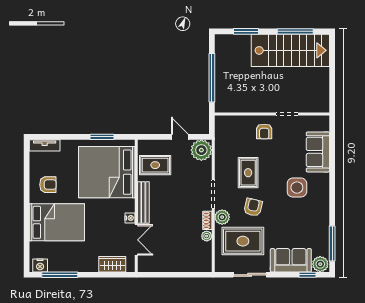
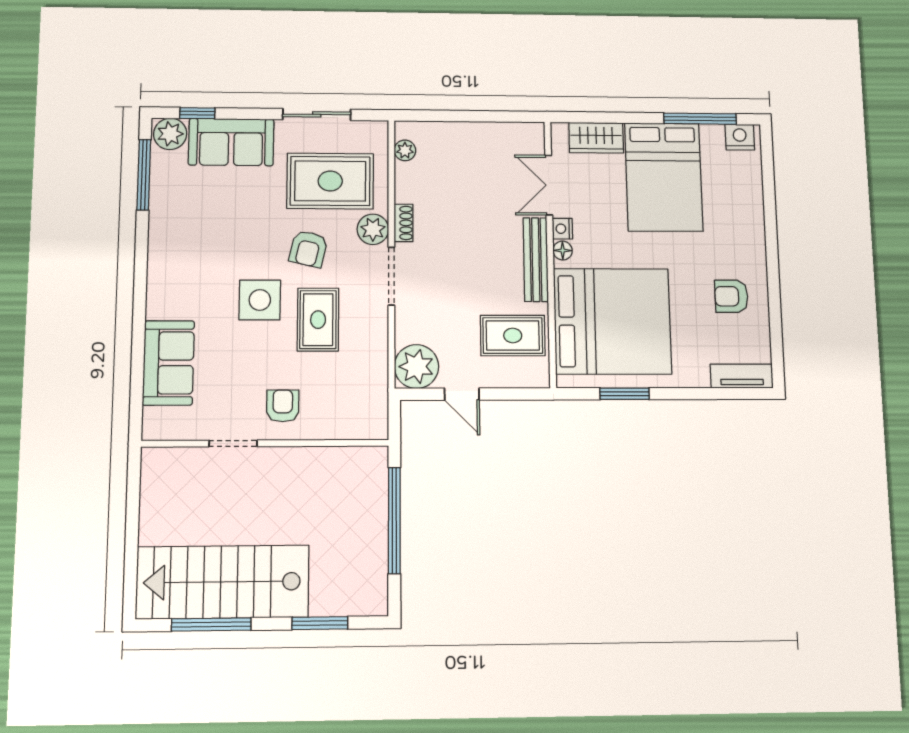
side table: (297, 188) -> (260, 300), moved
floor lamp: (130, 207) -> (563, 251), added
bed: (57, 222) -> (664, 177), moved, turned -90
plant: (207, 236) -> (405, 150), moved

